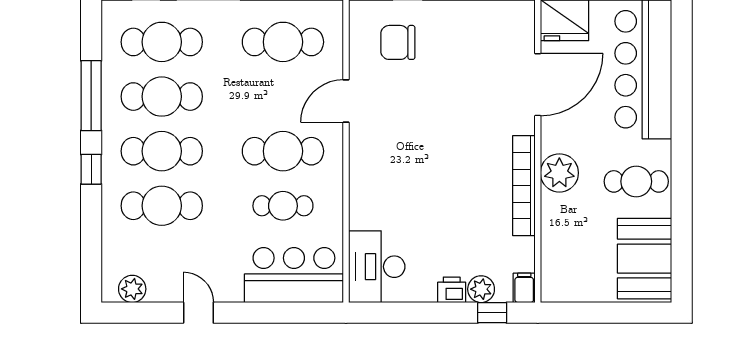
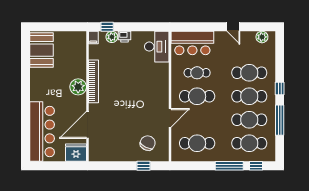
chair: (398, 42) -> (148, 143), turned -64
cafe table: (636, 181) -> (45, 83), removed

